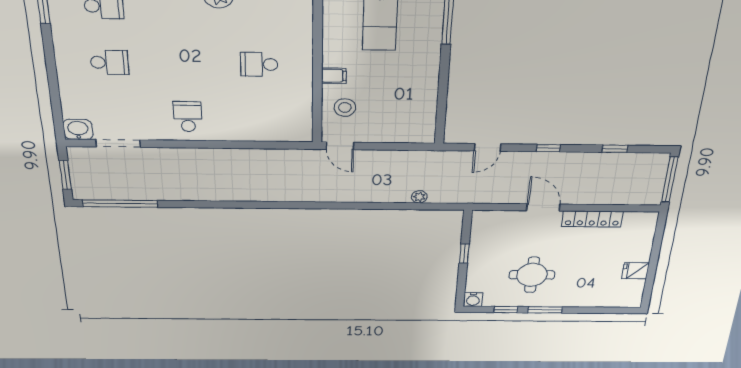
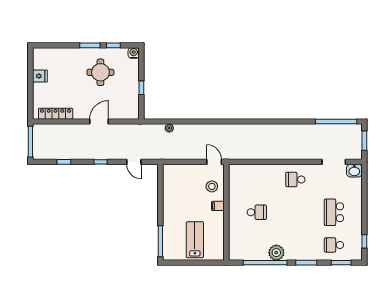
school desk: (109, 62) -> (334, 212), width x1.85
school desk: (188, 117) -> (295, 180), turned 90
door: (487, 147) -> (134, 162), swing flipped
door: (543, 207) -> (99, 122), swing flipped
locker: (592, 219) -> (56, 114), moved

